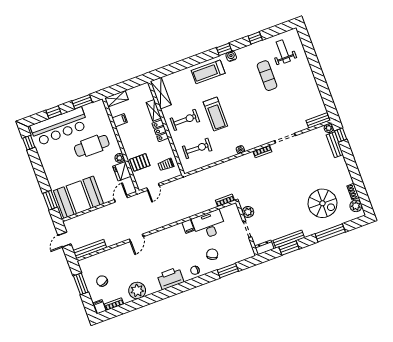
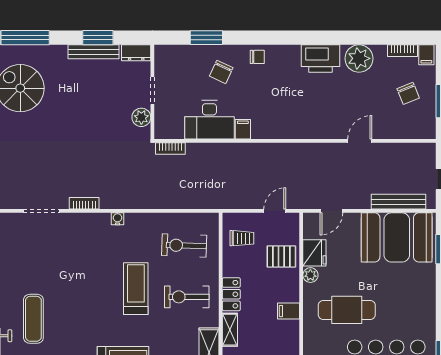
filing cabinet: (120, 120) -> (289, 311), moved
door: (136, 238) -> (360, 141), moved
bench: (90, 249) -> (398, 202), moved
printer: (170, 278) -> (321, 58), moved

